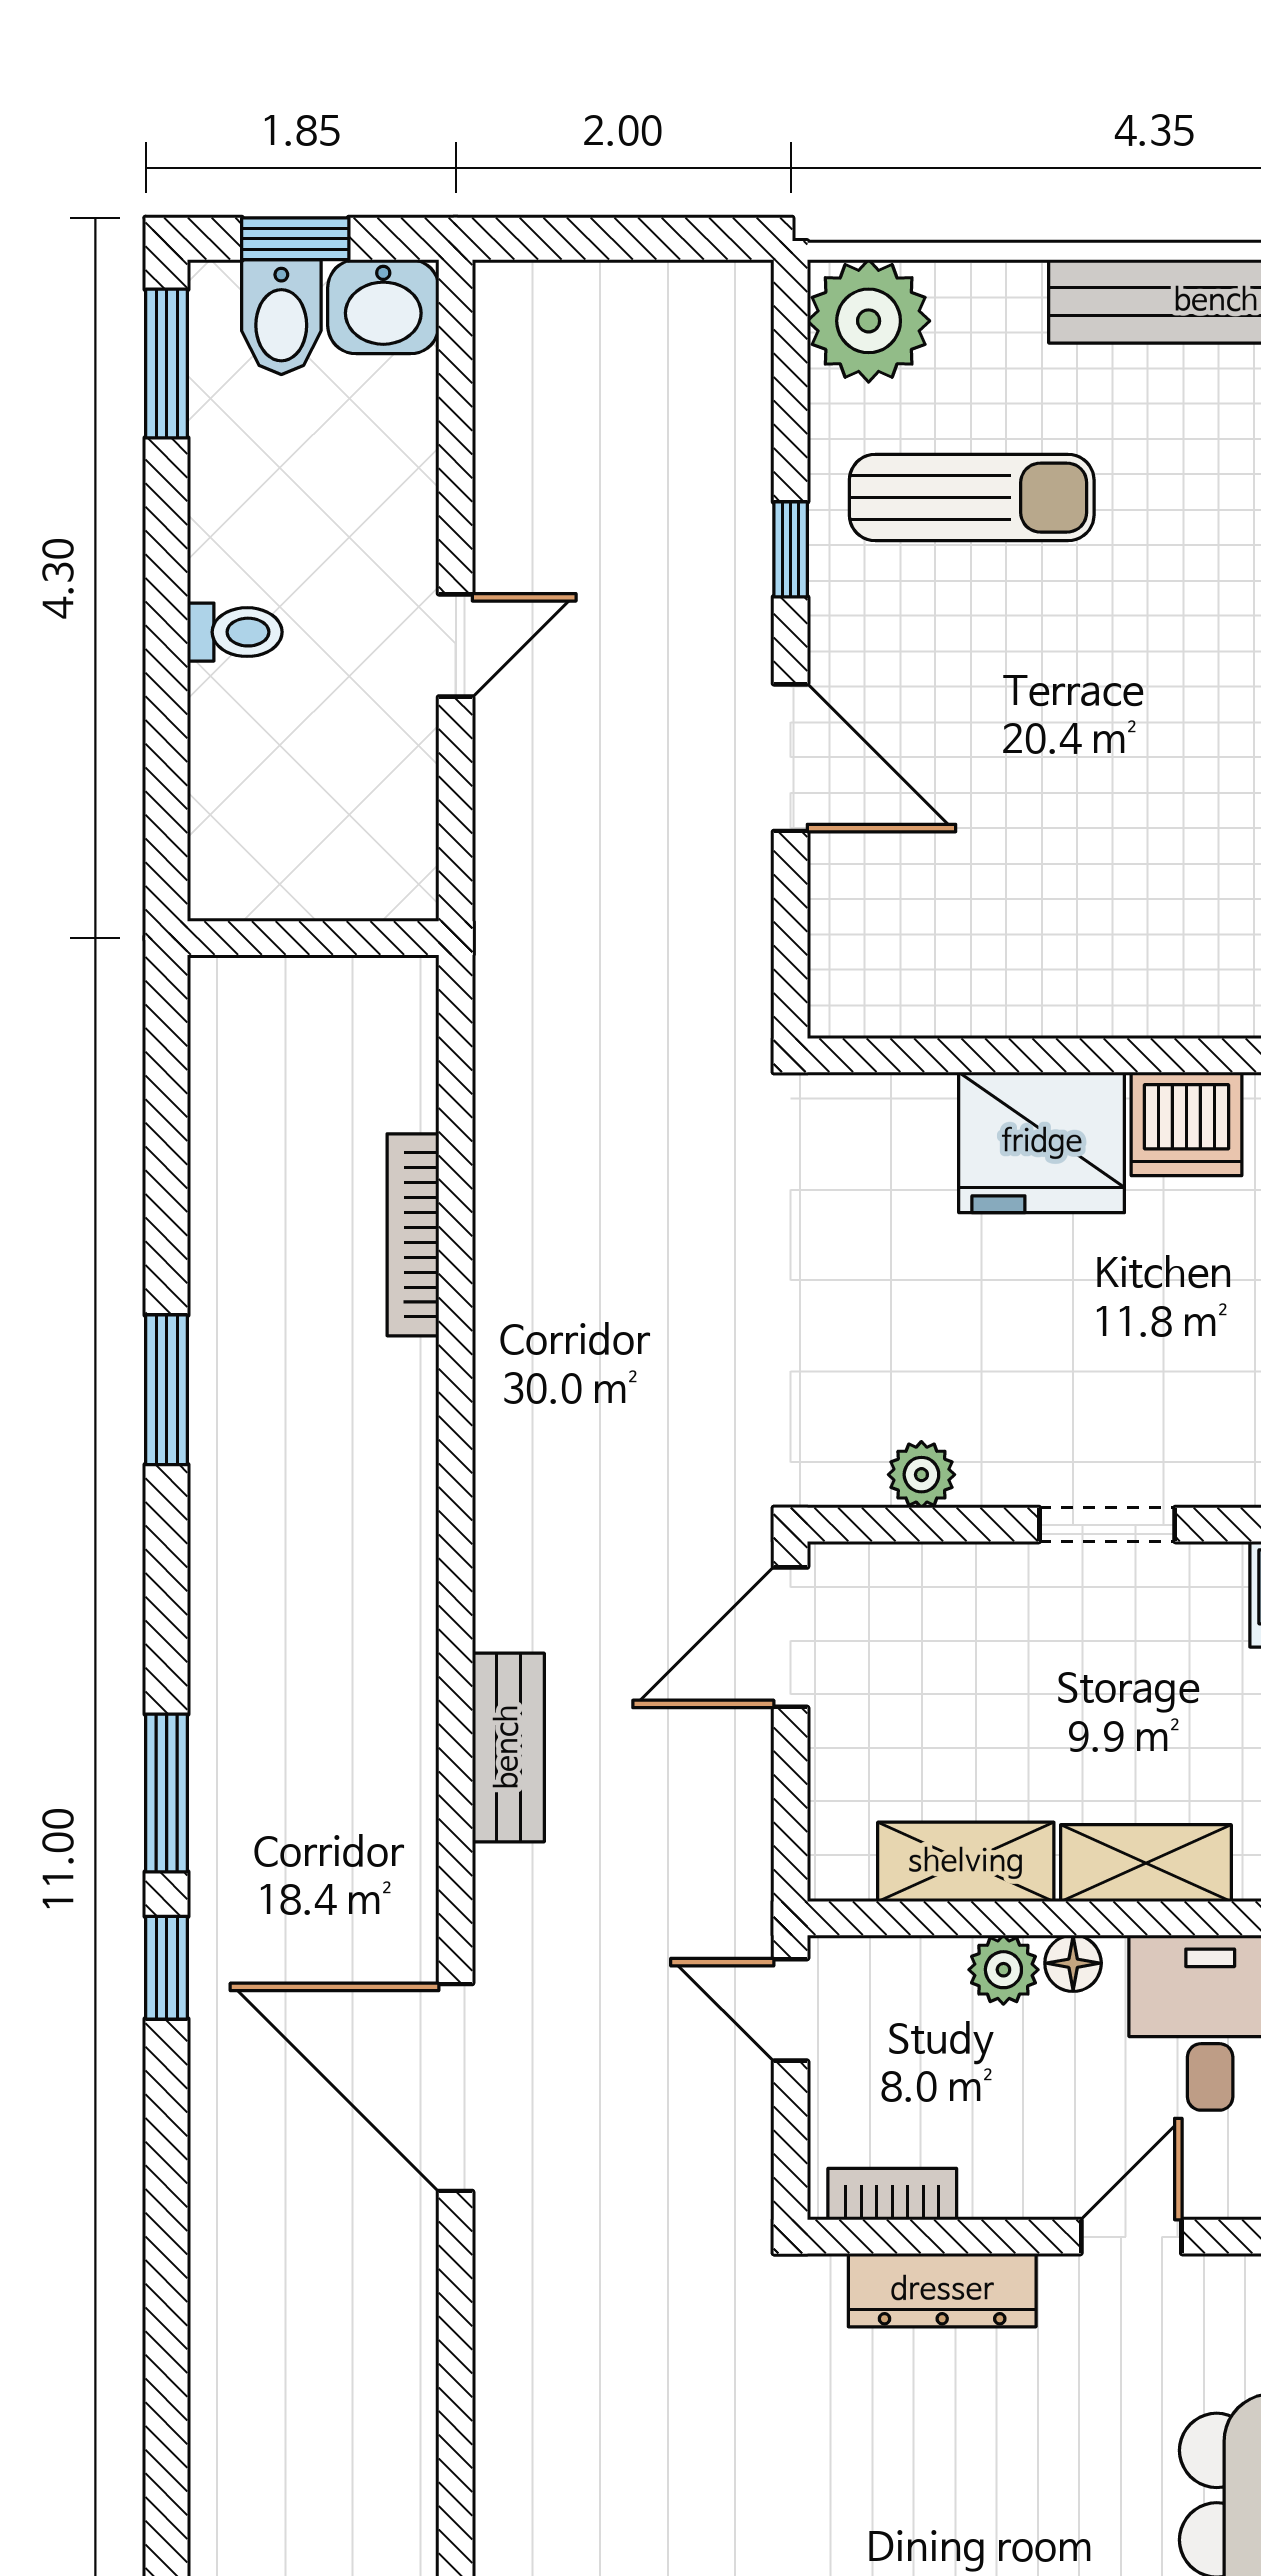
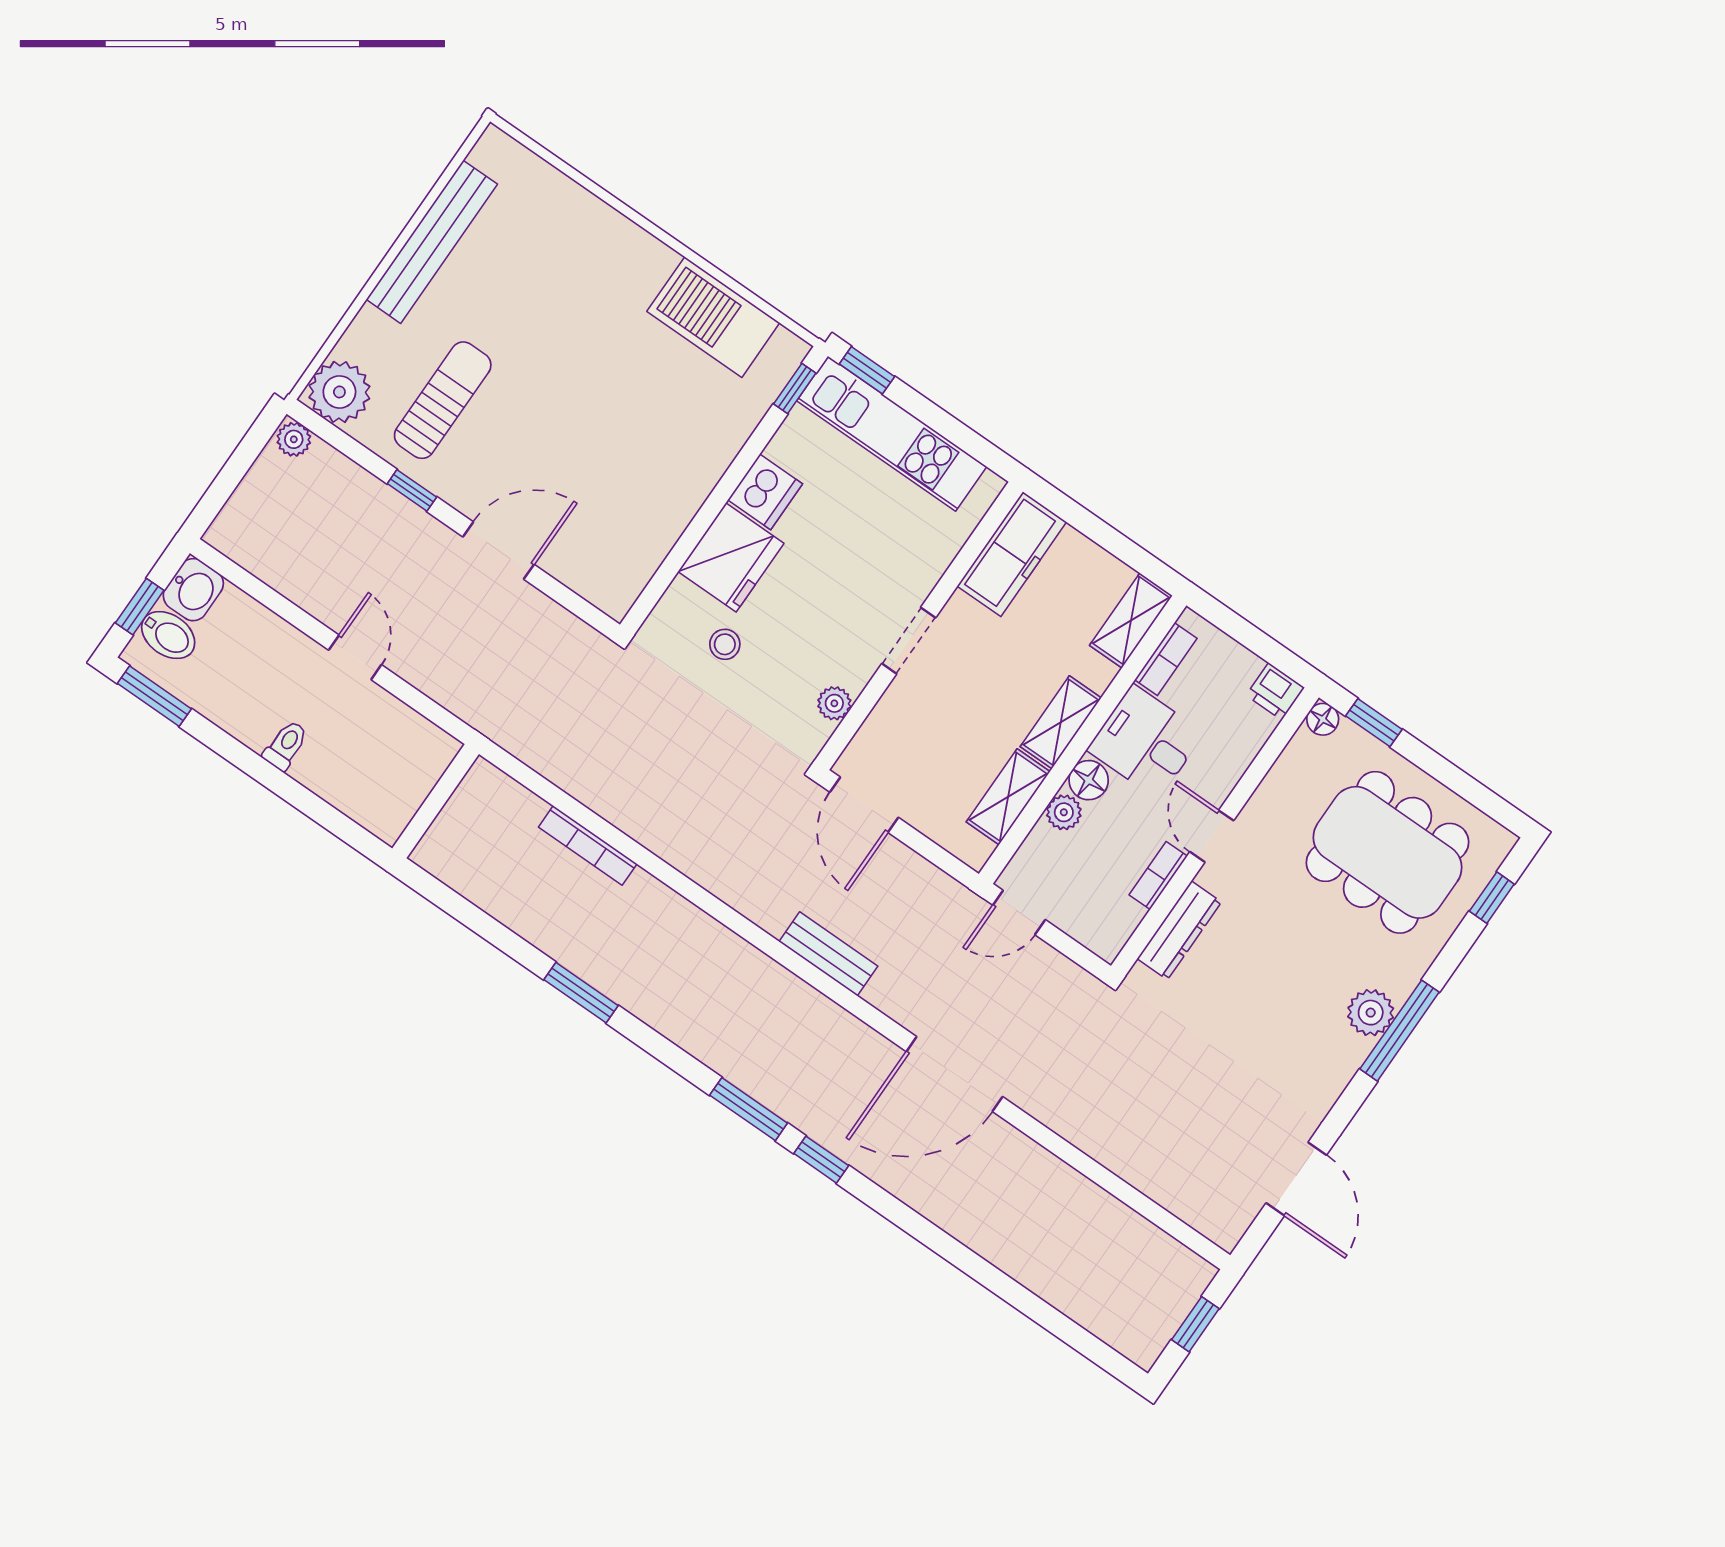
plant: (740, 300) -> (294, 439), added
stool: (894, 1230) -> (725, 644), added
floor lamp: (1073, 1963) -> (1089, 780), width x1.37, depth x1.37
bookcase: (892, 2194) -> (1158, 876), moved

